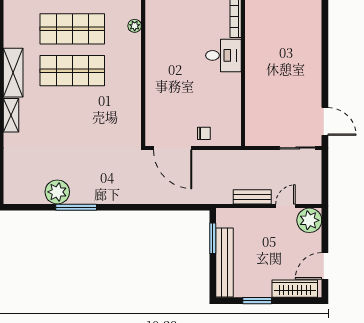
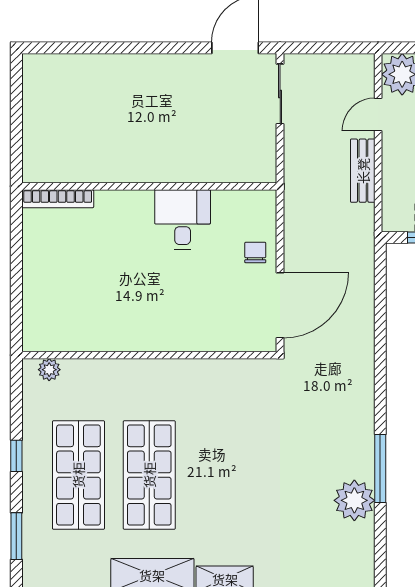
plant: (135, 26) -> (49, 370), moved
desk: (223, 55) -> (183, 219), moved
door: (285, 206) -> (378, 115), hinge flipped

